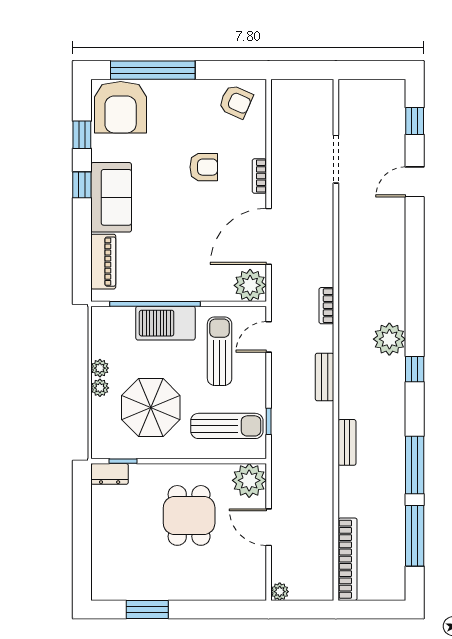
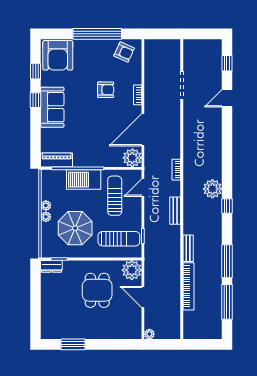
window: (153, 70) -> (97, 34), moved
piano: (103, 262) -> (57, 160), moved, turned -90
bookcase: (348, 559) -> (188, 286), moved

